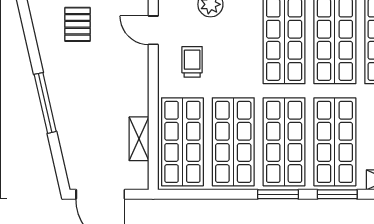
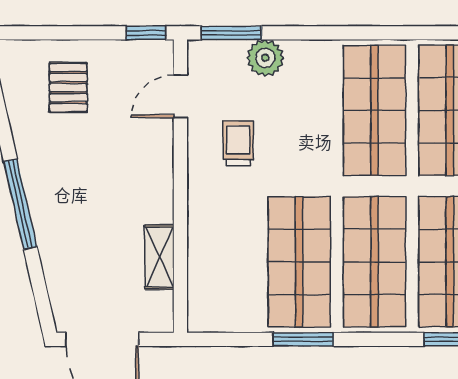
door: (153, 30) -> (180, 96), hinge flipped
shop shelf: (182, 142) -> (224, 262), removed
window: (278, 194) -> (303, 339), moved

